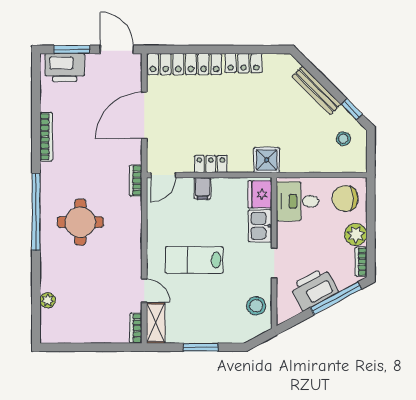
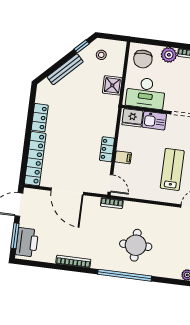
shower: (267, 160) -> (112, 85), moved
desk: (297, 201) -> (146, 93), width x1.37
lab bench: (194, 260) -> (172, 169), turned 180

